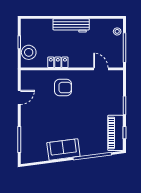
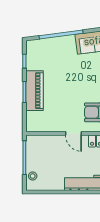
door: (101, 69) -> (73, 133), moved
piano: (116, 133) -> (35, 91), moved

